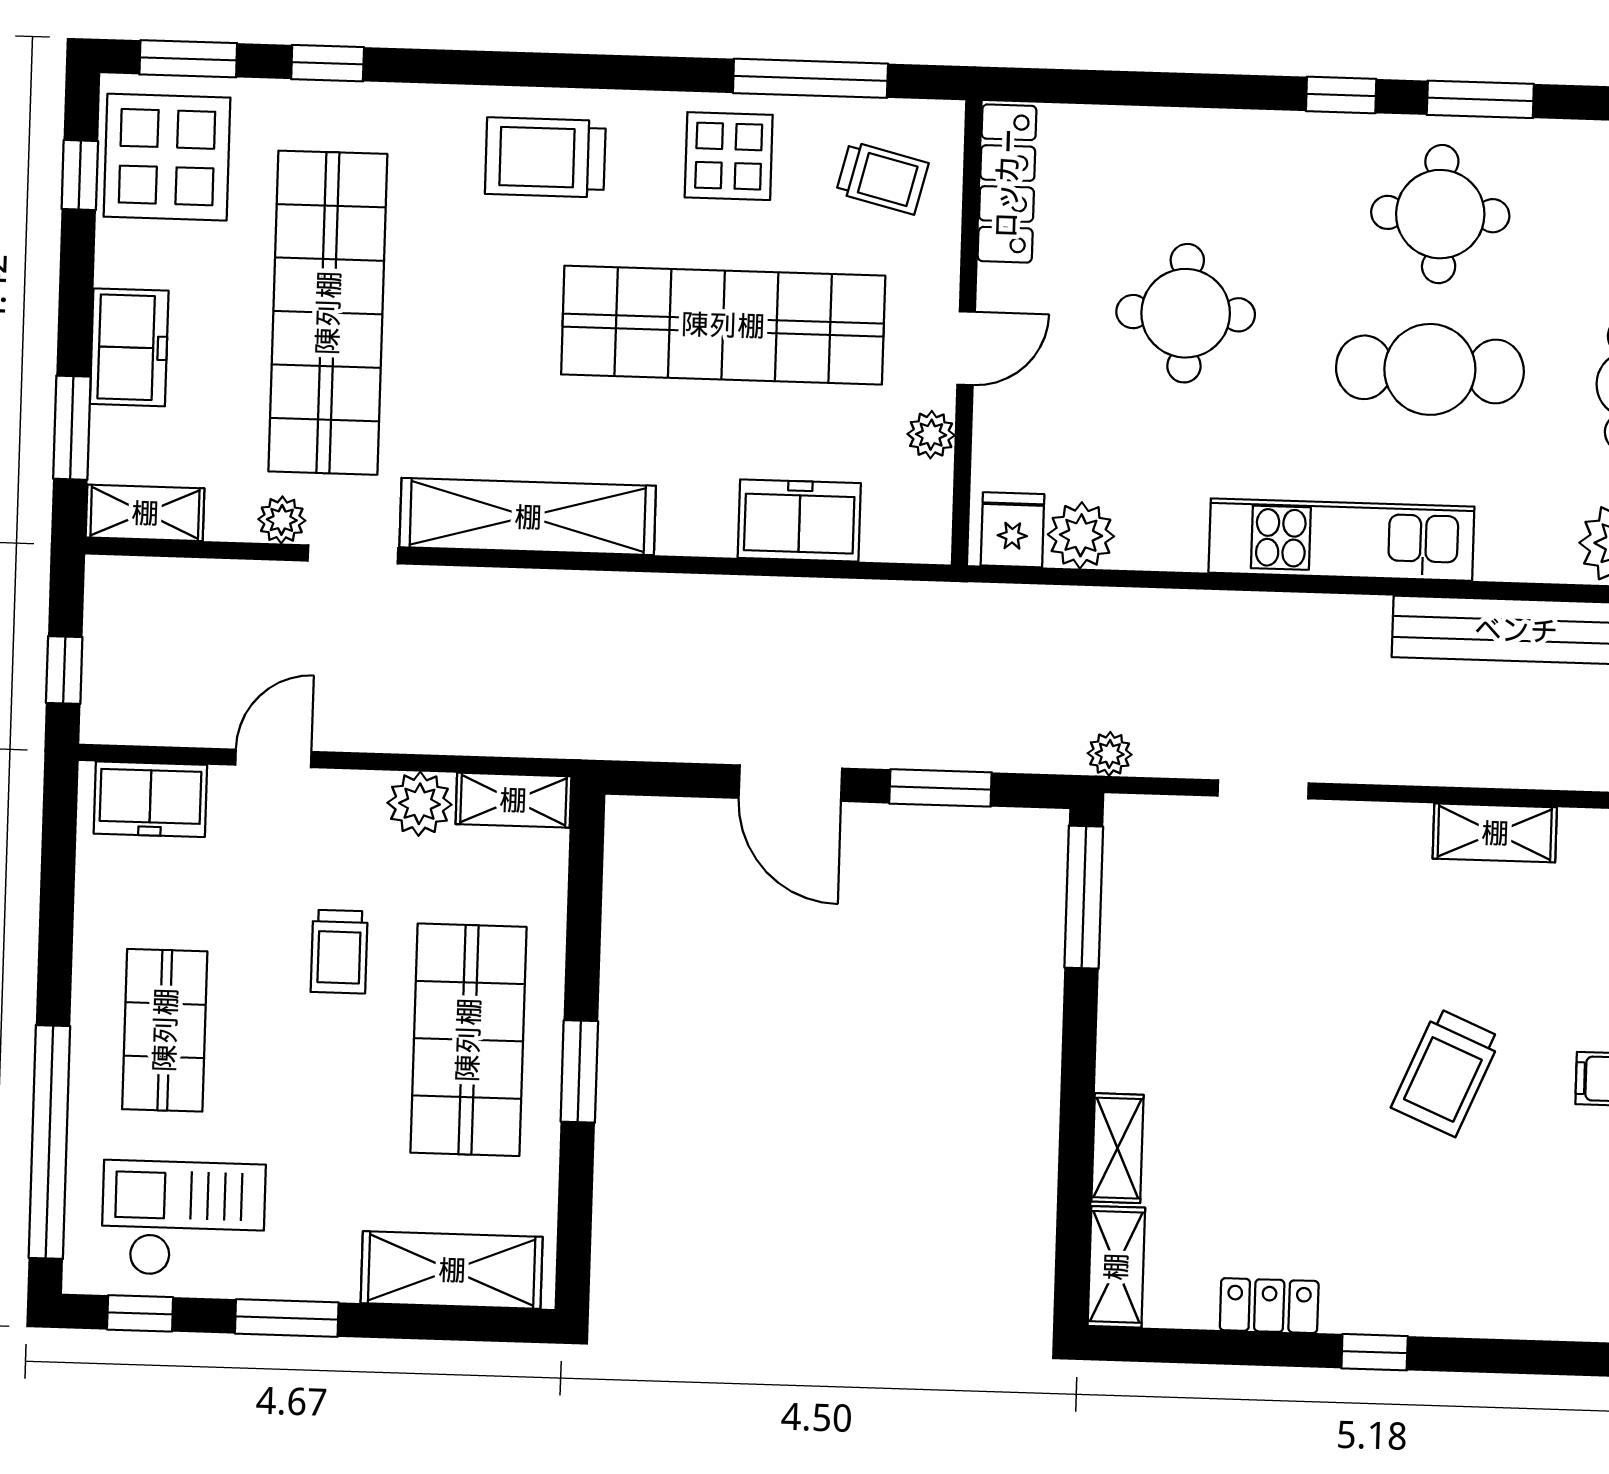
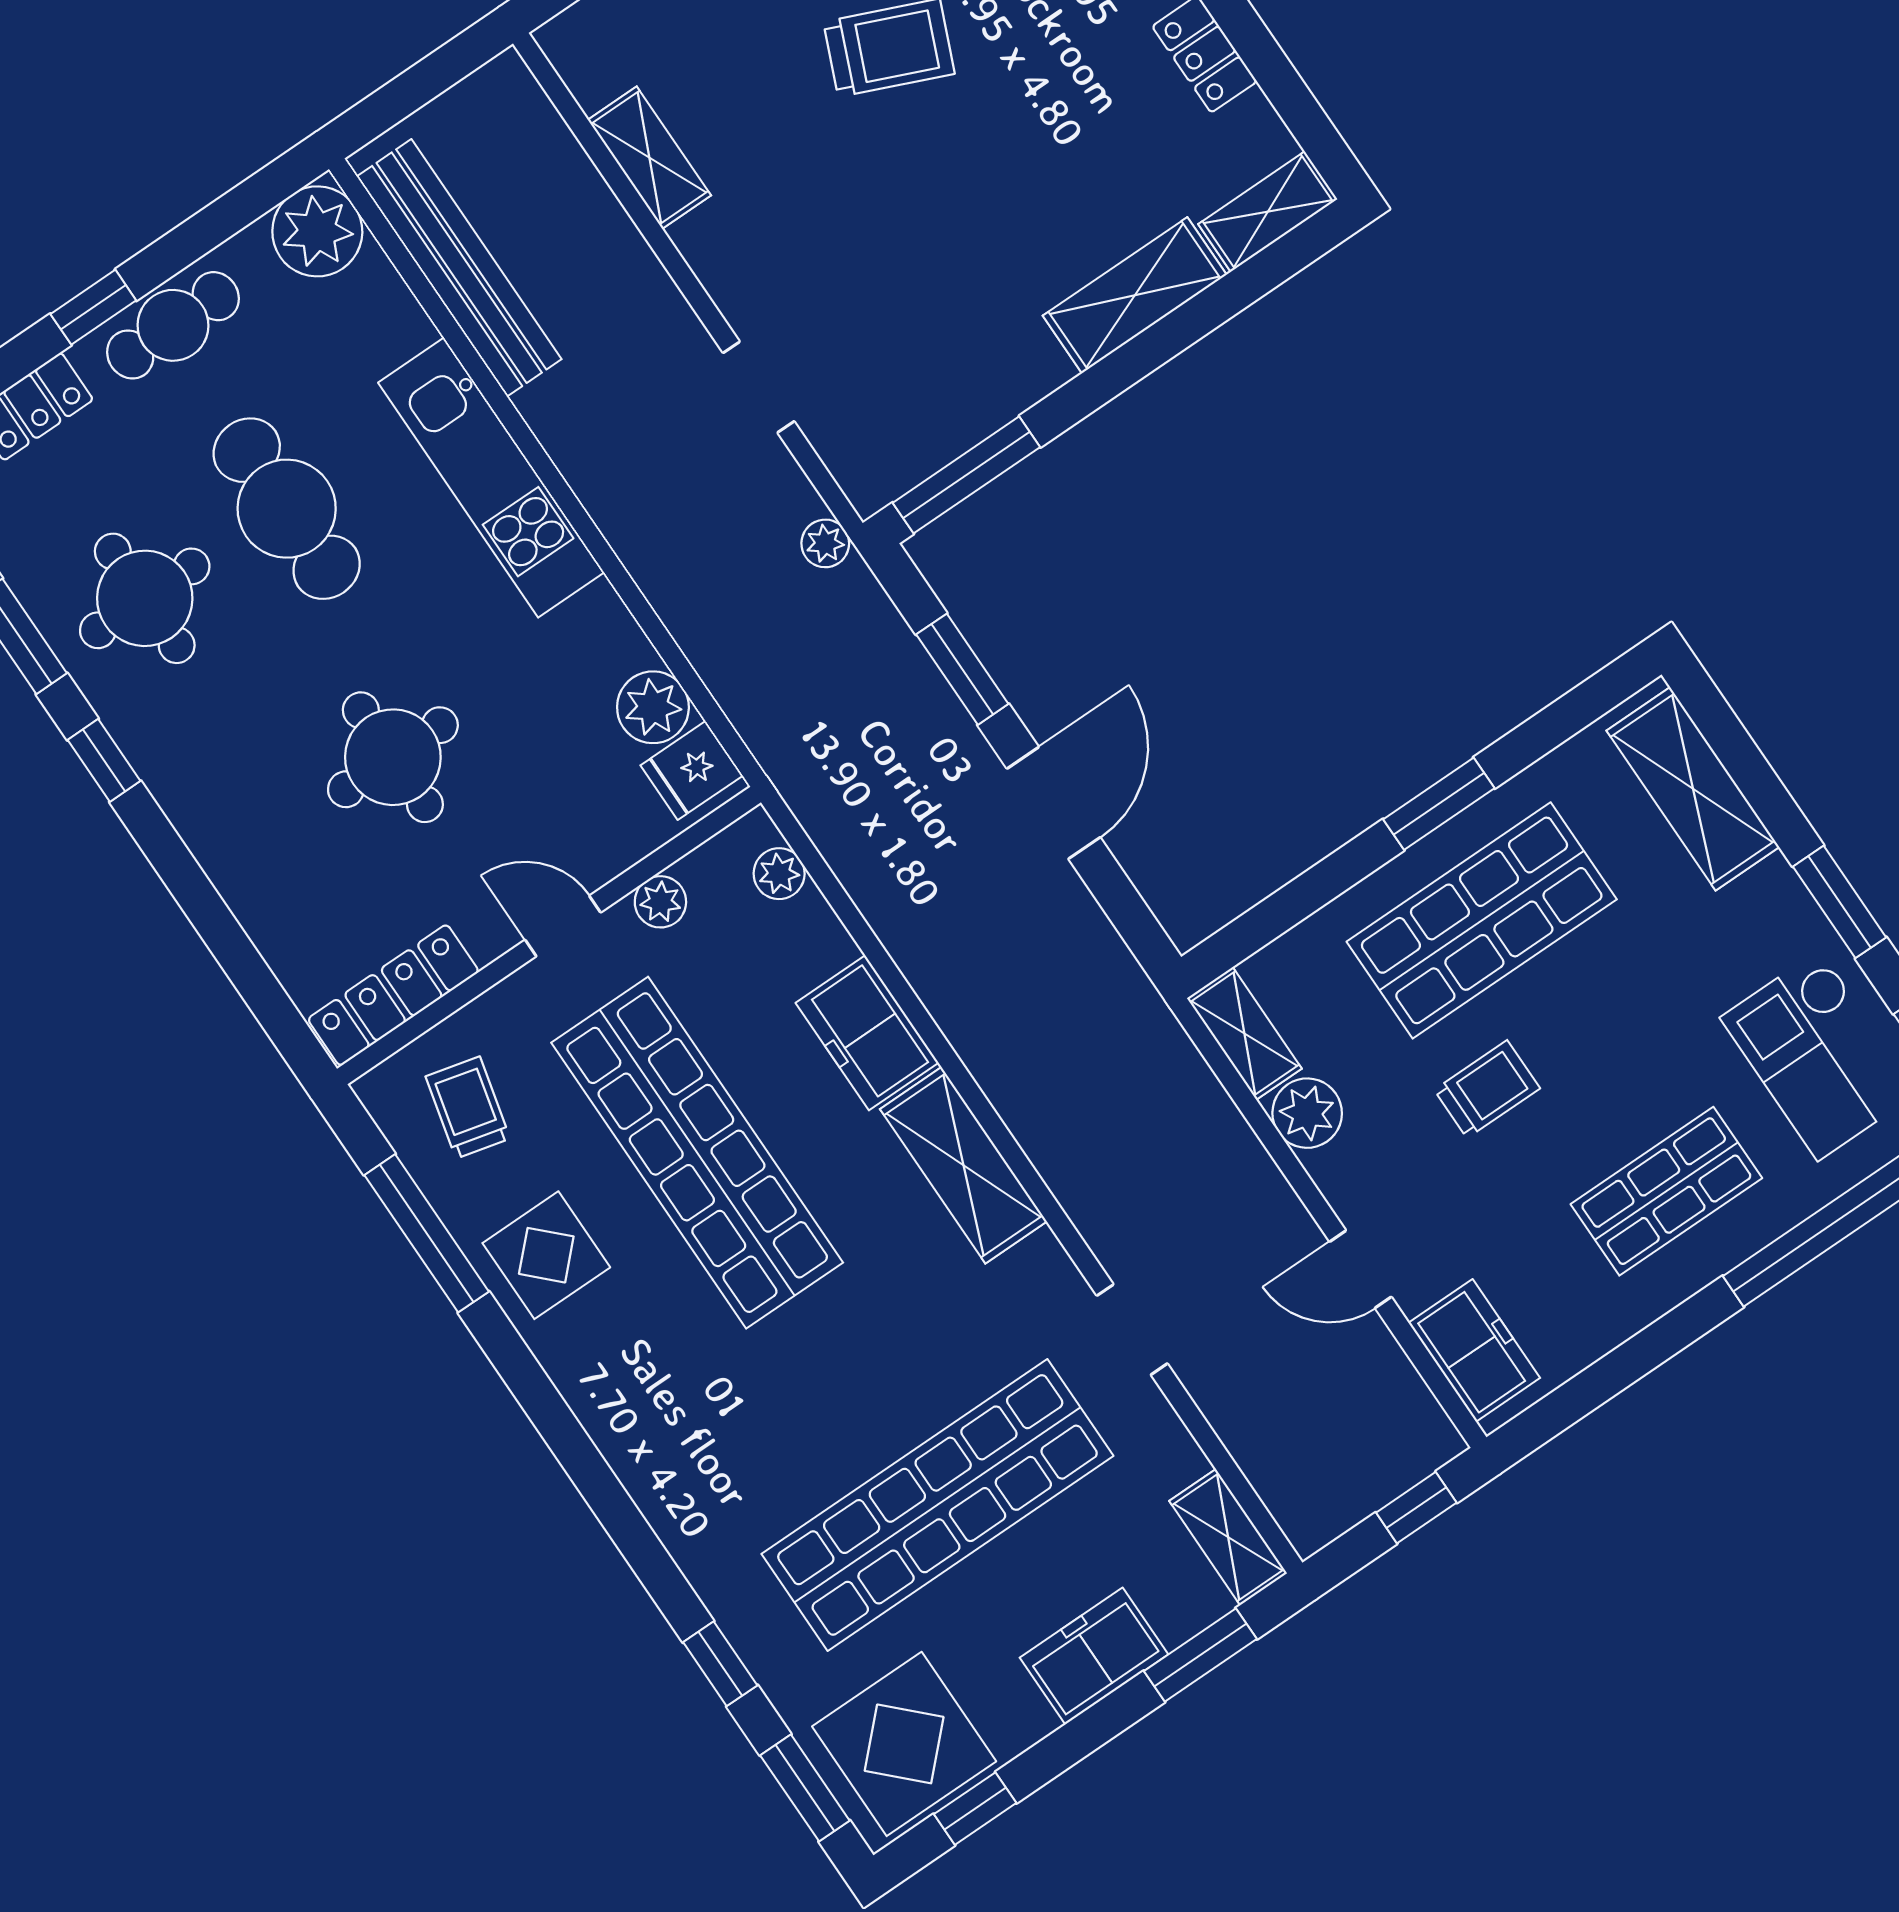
trolley: (545, 157) -> (664, 1414), removed
shelving: (528, 517) -> (964, 1165), width x0.68
plant: (282, 520) -> (779, 874), moved
freezer: (799, 520) -> (867, 1033), moved
shelving: (1117, 1148) -> (1135, 295), width x1.50, depth x1.33

